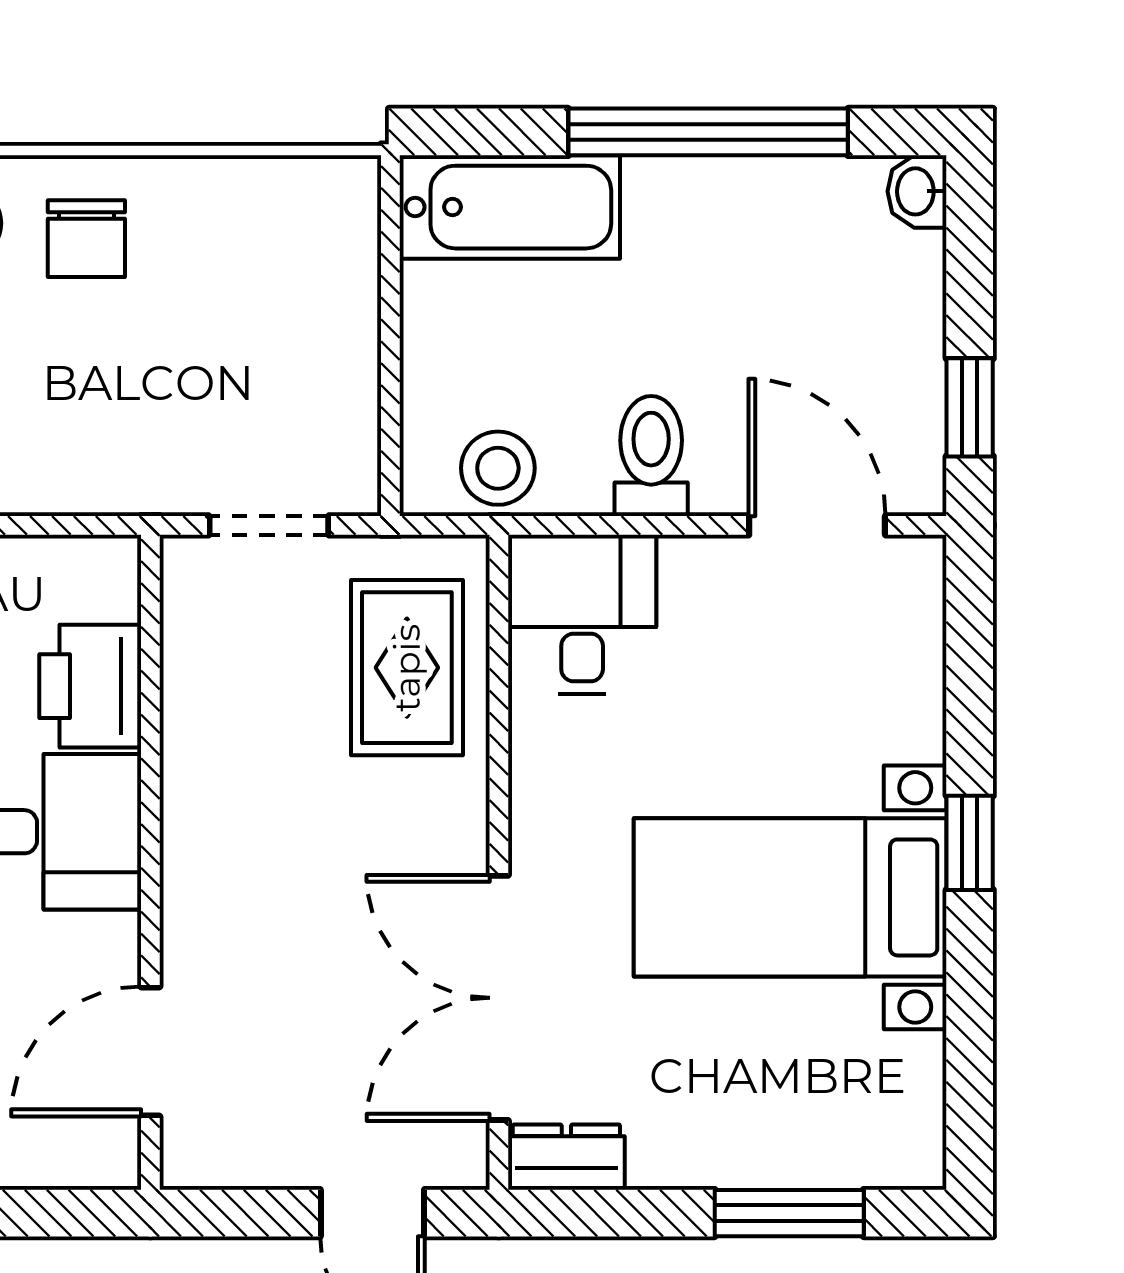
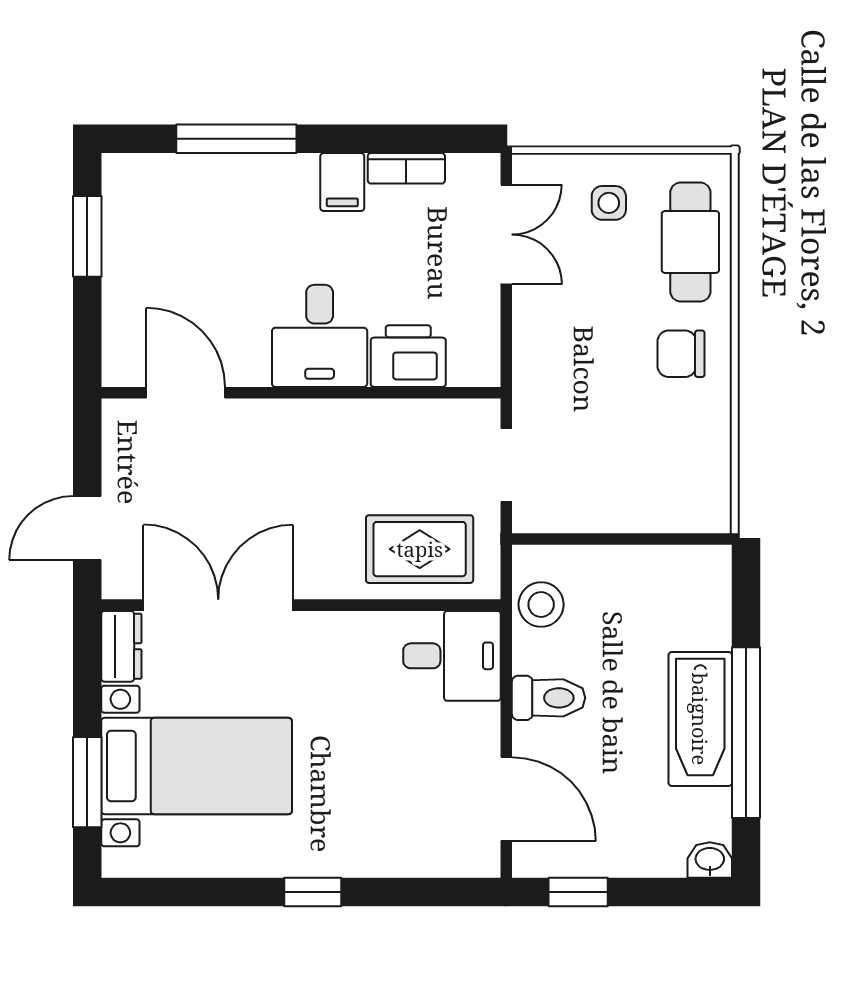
bathtub: (510, 207) -> (700, 719), moved
door: (817, 525) -> (506, 799), hinge flipped
bed with nightstands: (790, 897) -> (197, 766), moved, turned 90

